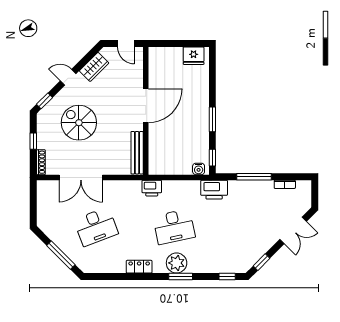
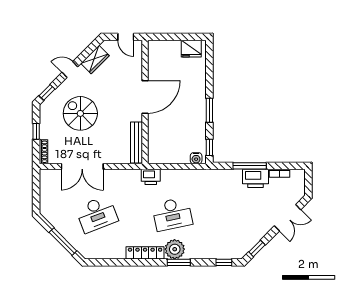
printer: (214, 190) -> (255, 178), moved
locker: (139, 267) -> (145, 253), width x1.53

